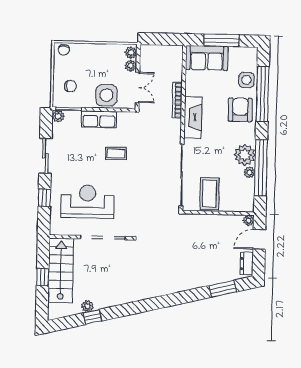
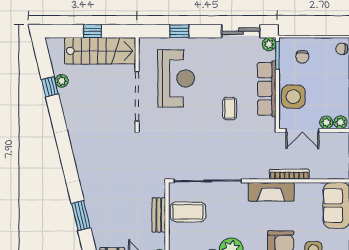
row of seats: (99, 119) -> (267, 89), width x1.48
sliding door: (45, 156) -> (241, 31), moved
bench: (212, 220) -> (159, 215), added
window: (223, 289) -> (81, 216), moved

